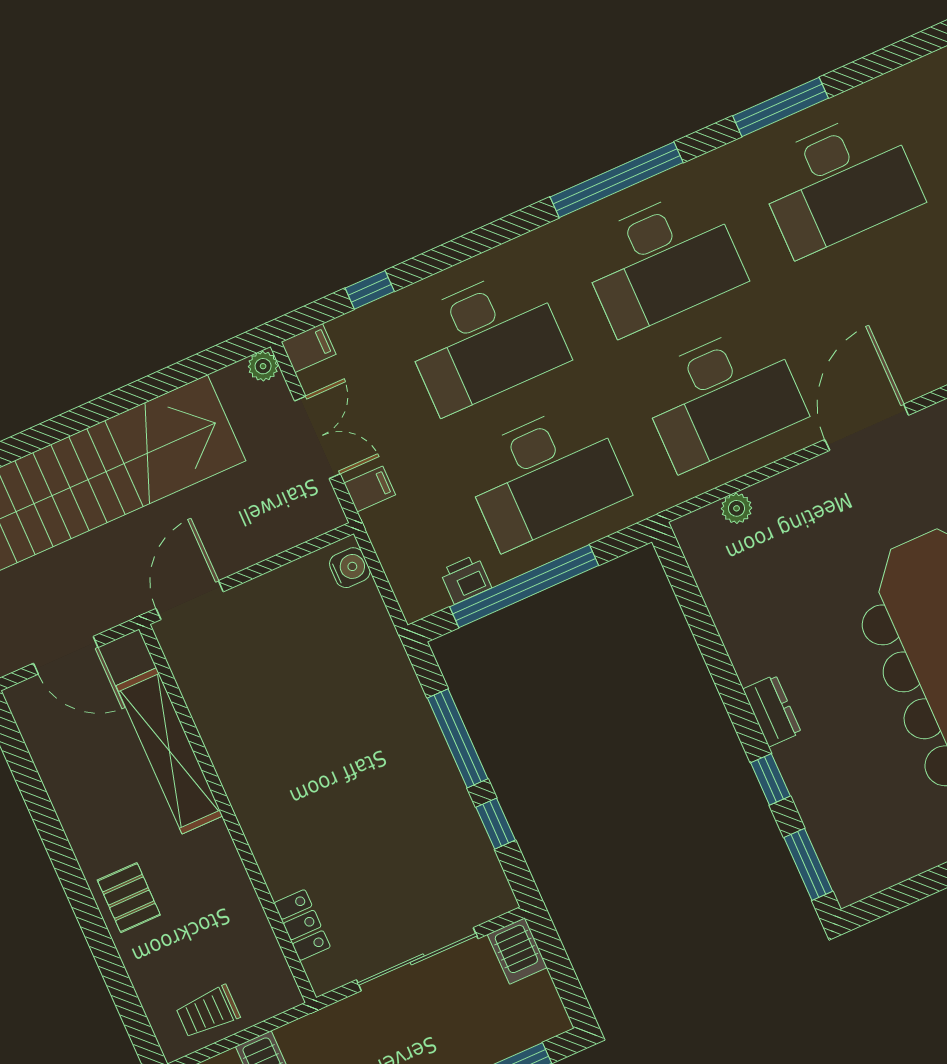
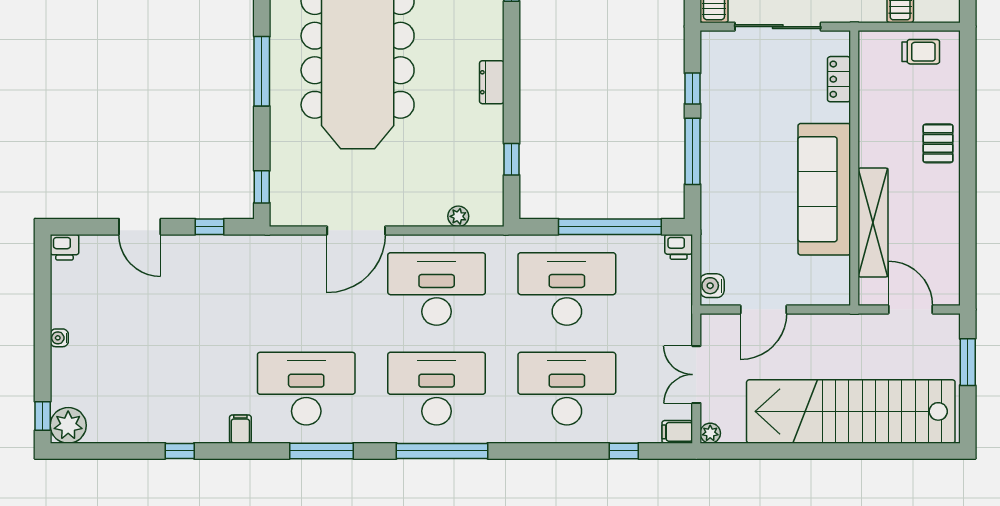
filing cabinet: (370, 489) -> (240, 429), moved, turned 90
printer: (466, 579) -> (679, 247), moved
door: (190, 600) -> (763, 309), moved
sofa: (256, 767) -> (824, 189), added
window: (770, 779) -> (512, 159), moved

